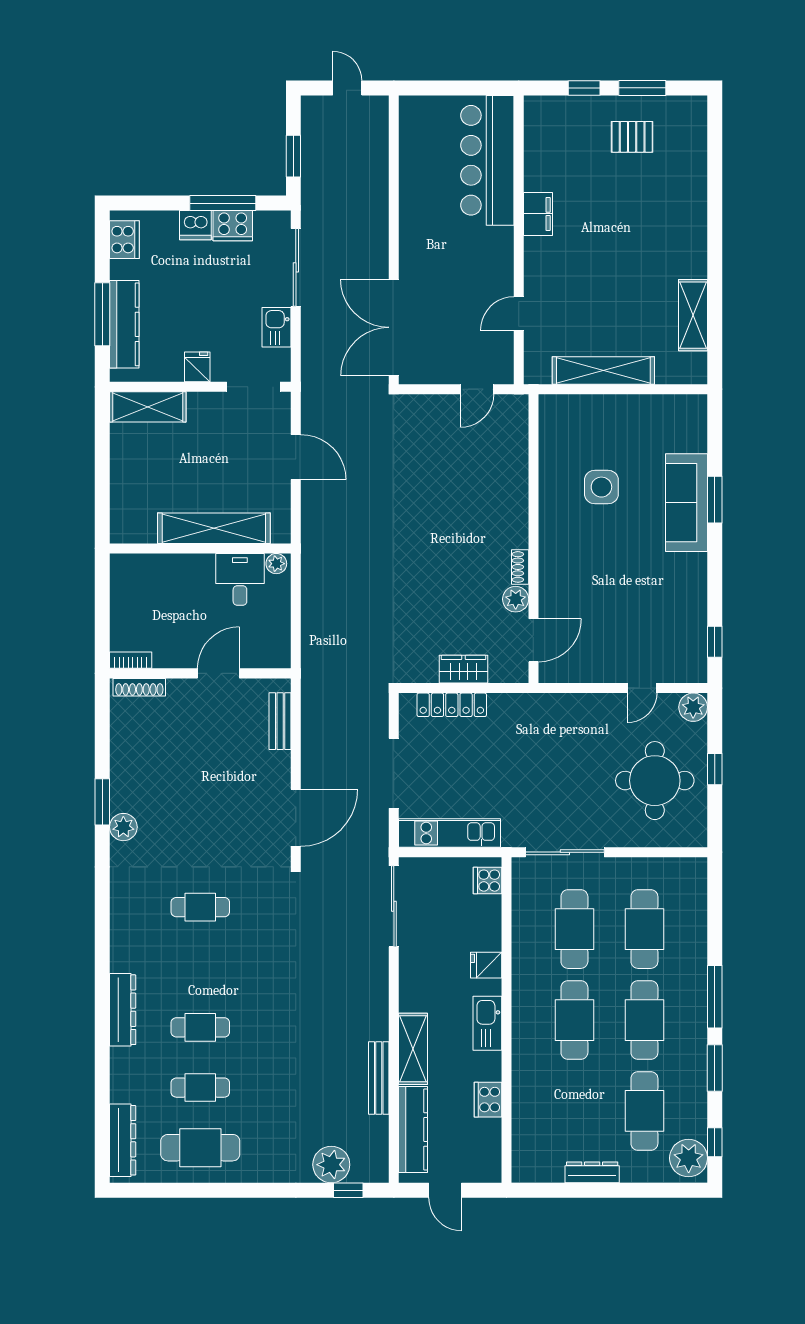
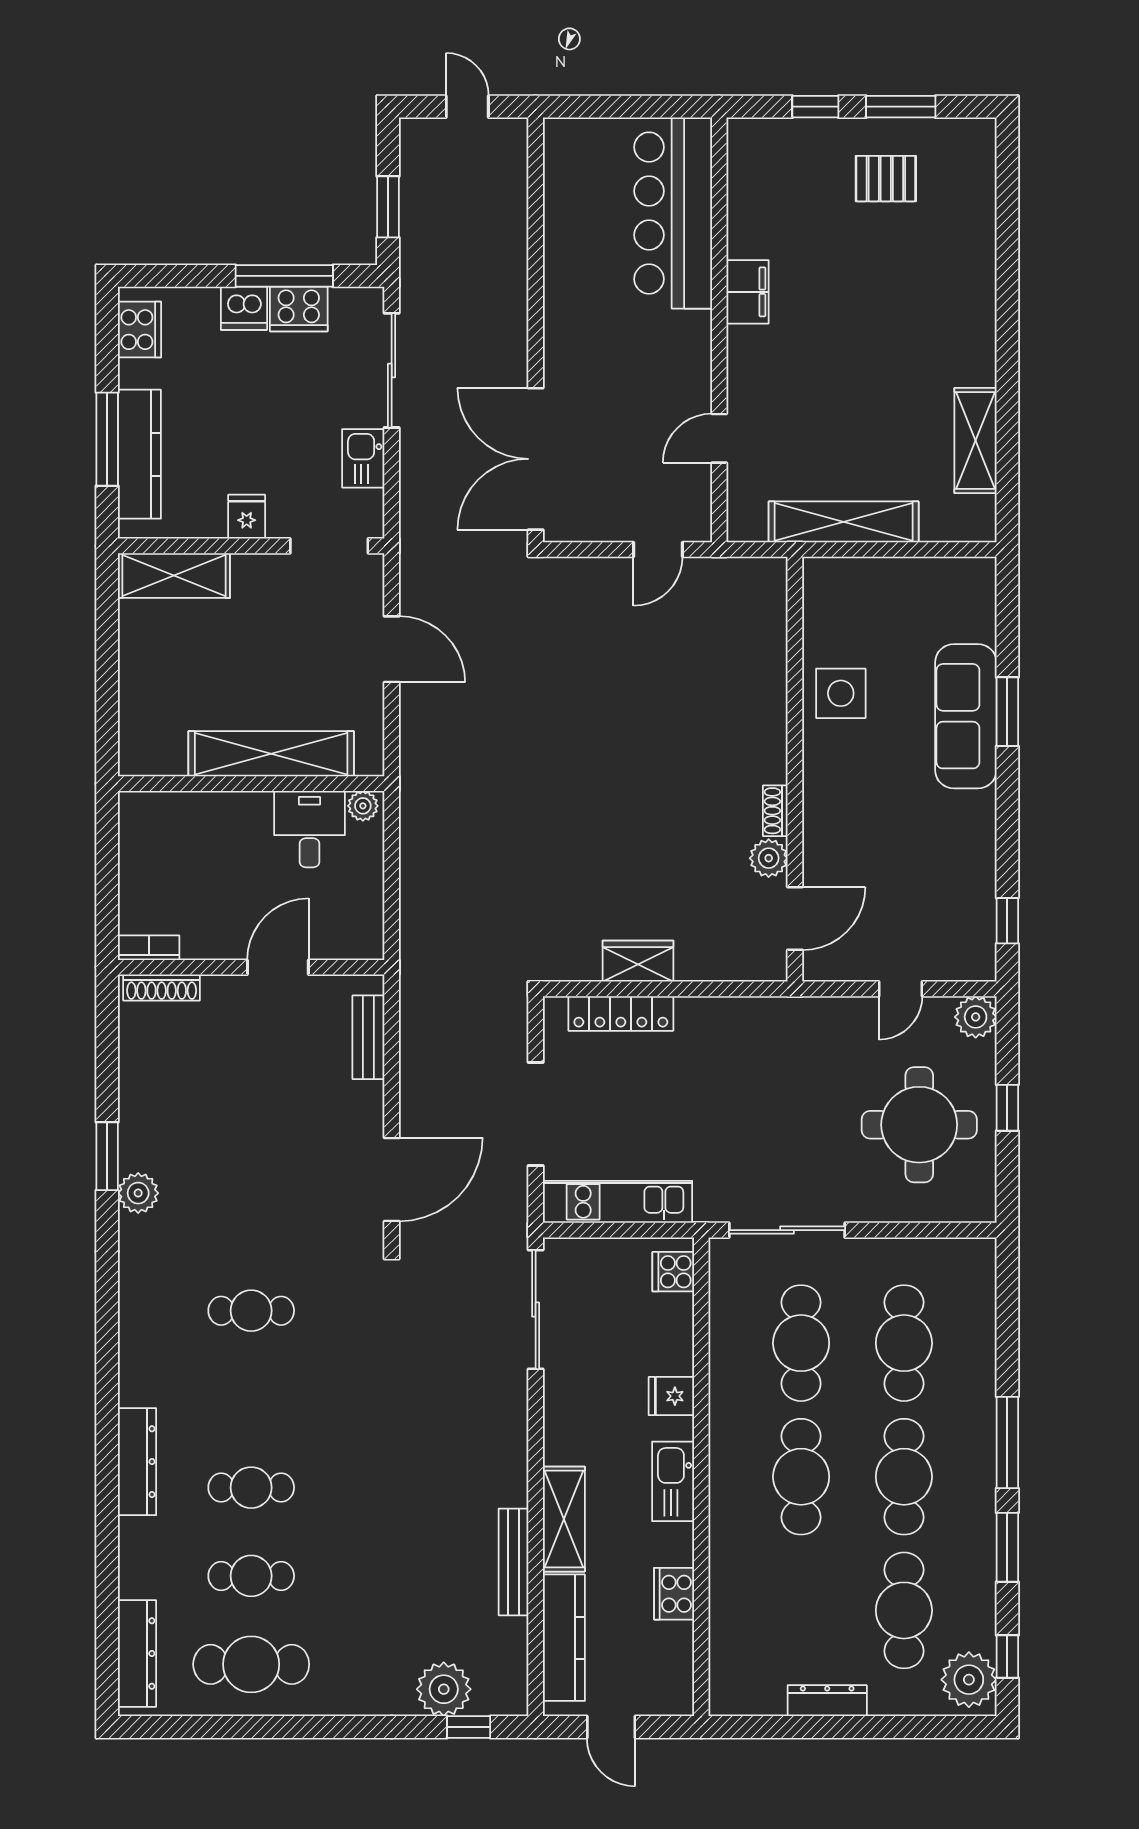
wall: (533, 539) -> (795, 769), moved
shoe rack: (520, 567) -> (775, 811), moved
plant: (516, 599) -> (769, 858), moved
door: (533, 640) -> (795, 919), moved

